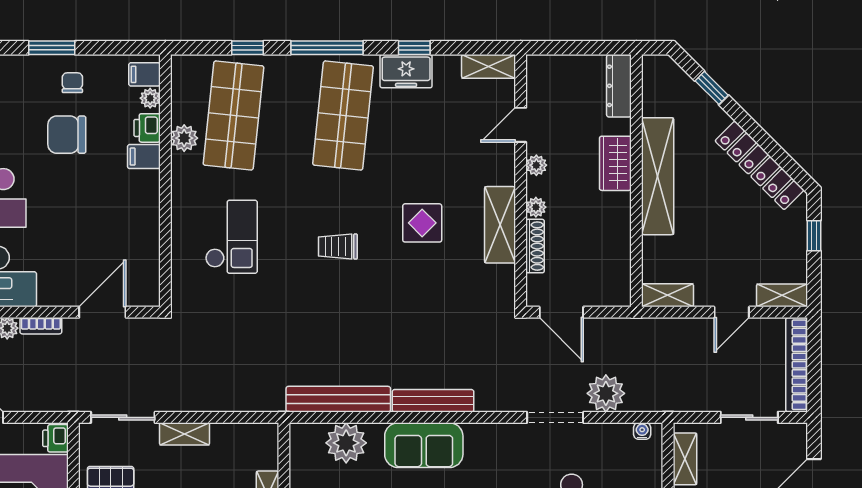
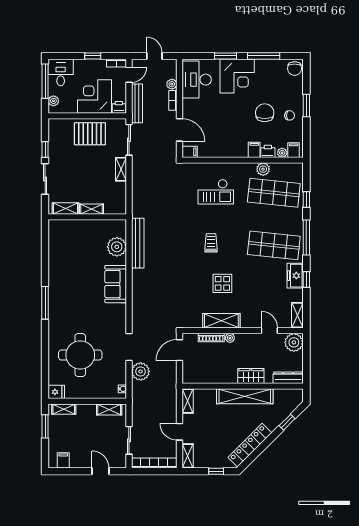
plant: (536, 165) -> (294, 342), moved, width x1.88, depth x1.88
filing cabinet: (148, 291) -> (190, 152), added
bench: (433, 401) -> (137, 103), moved

